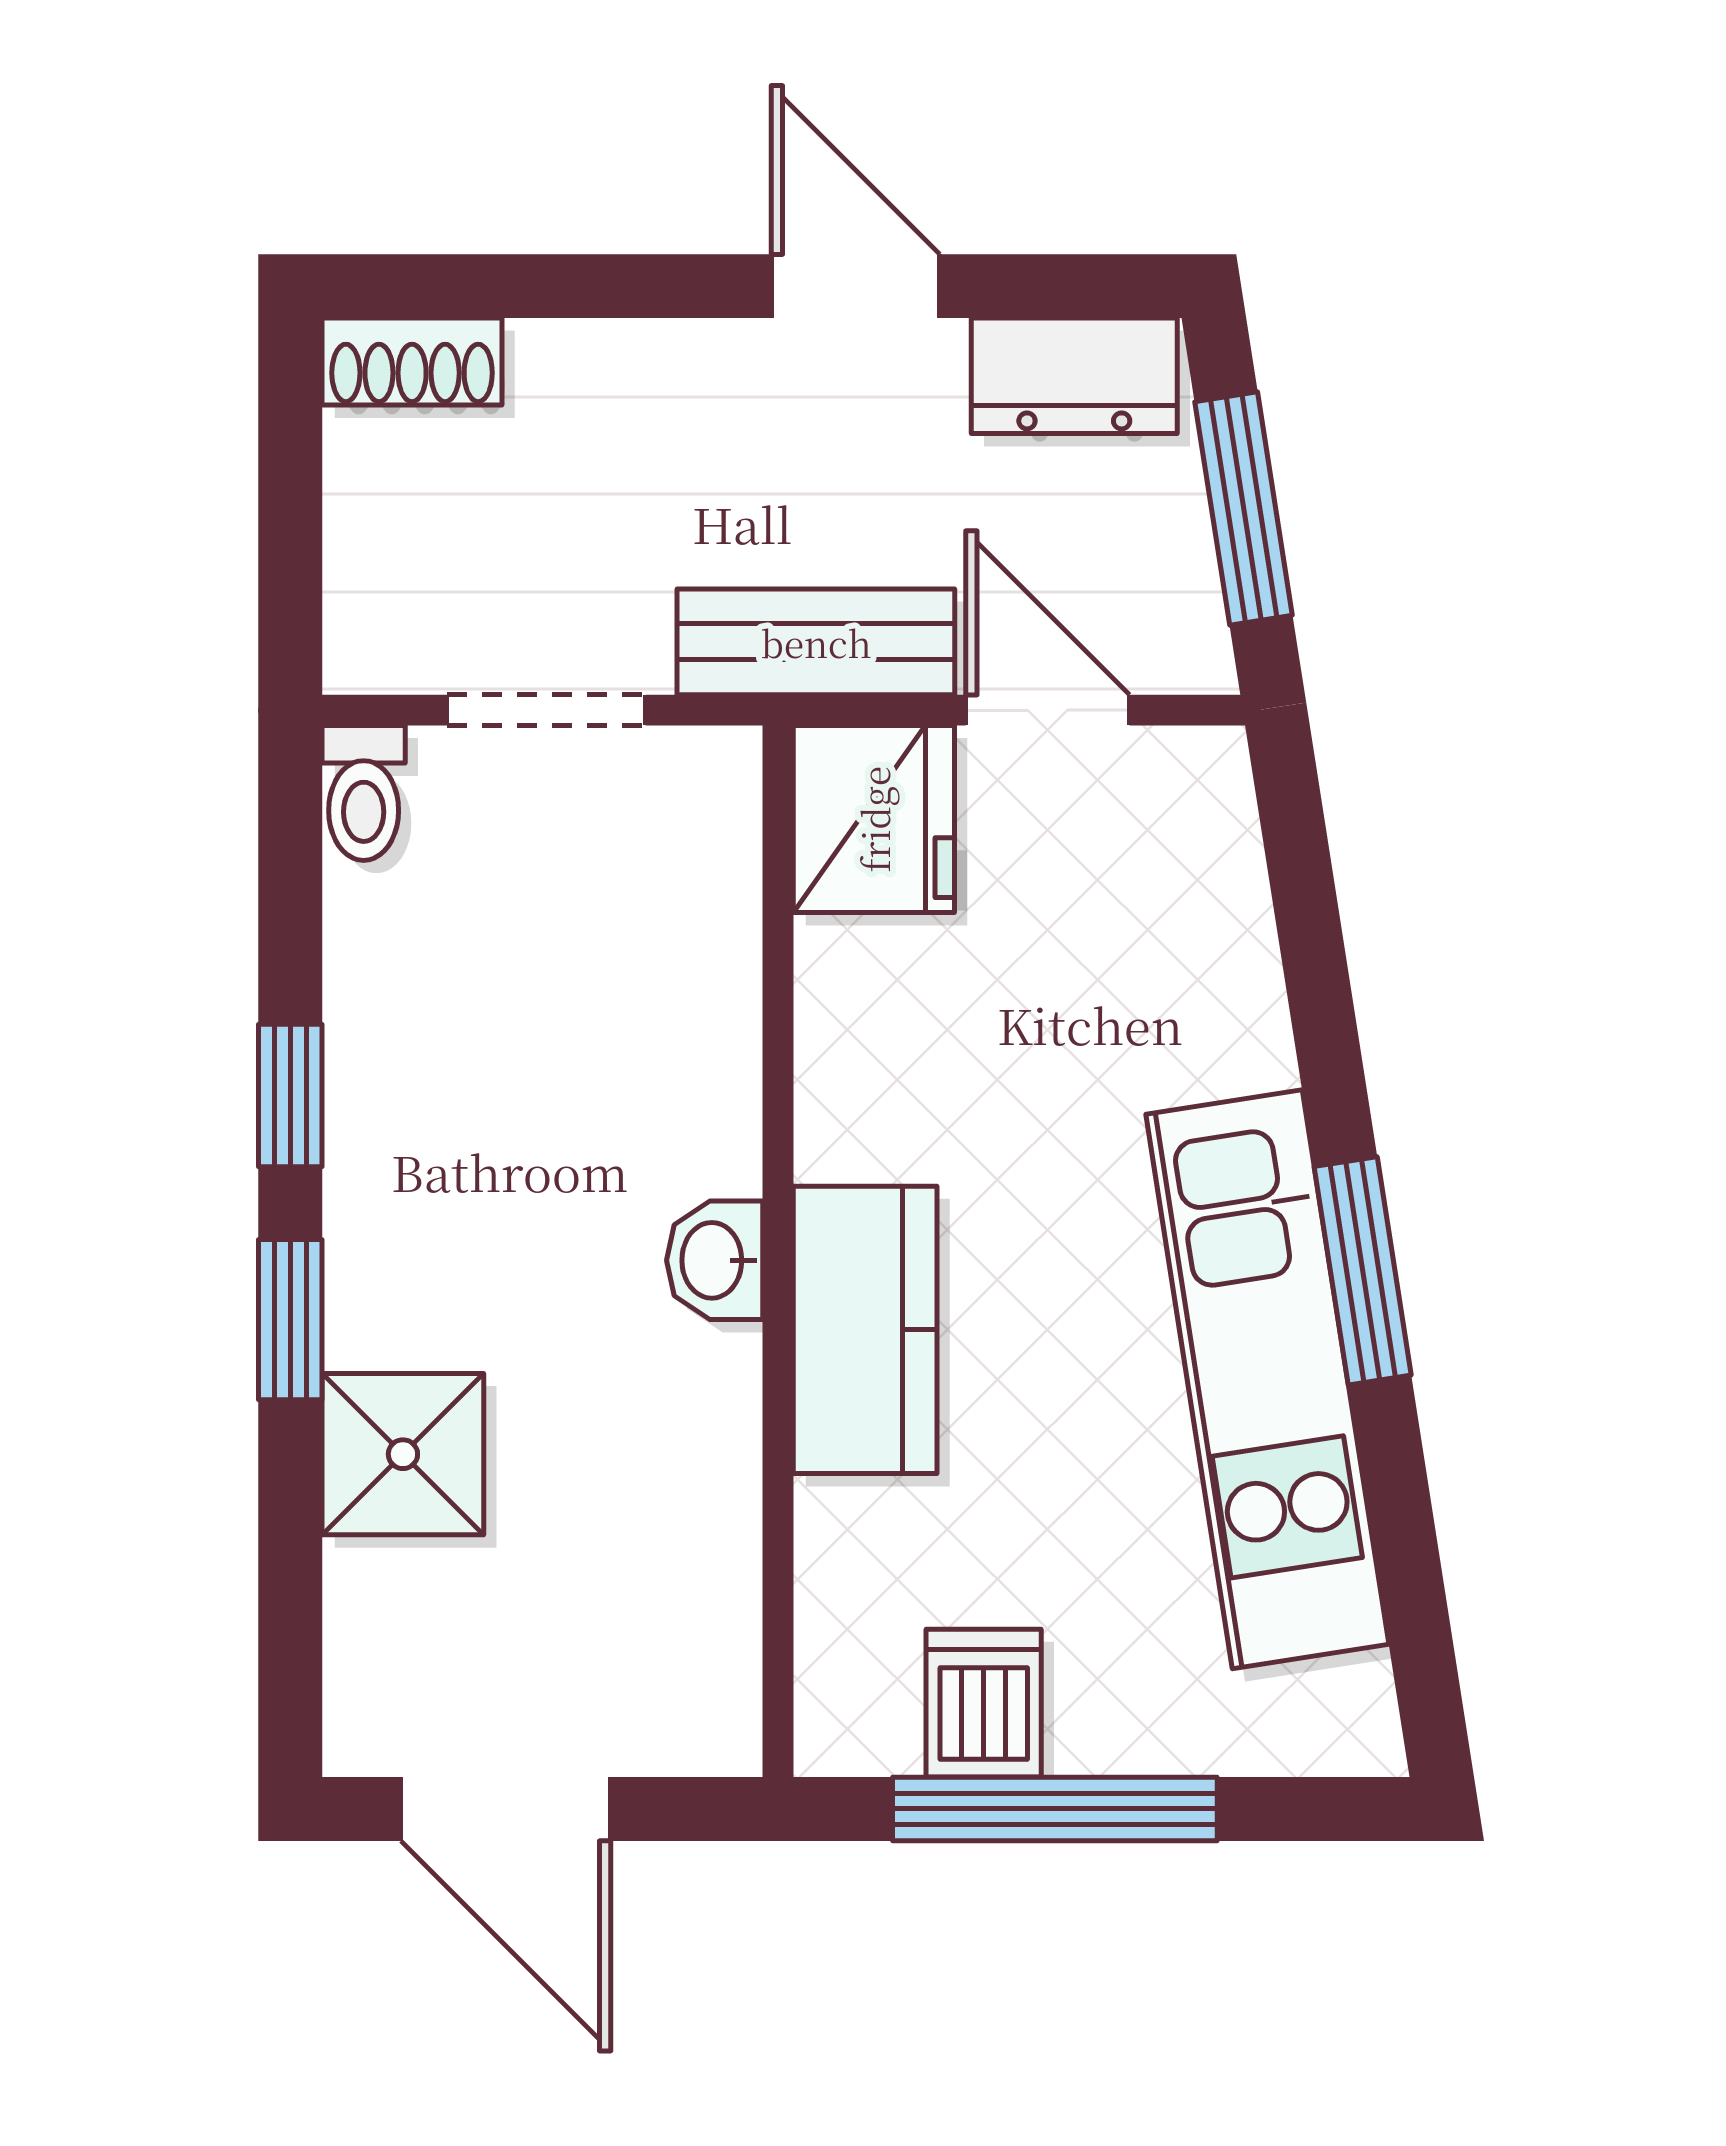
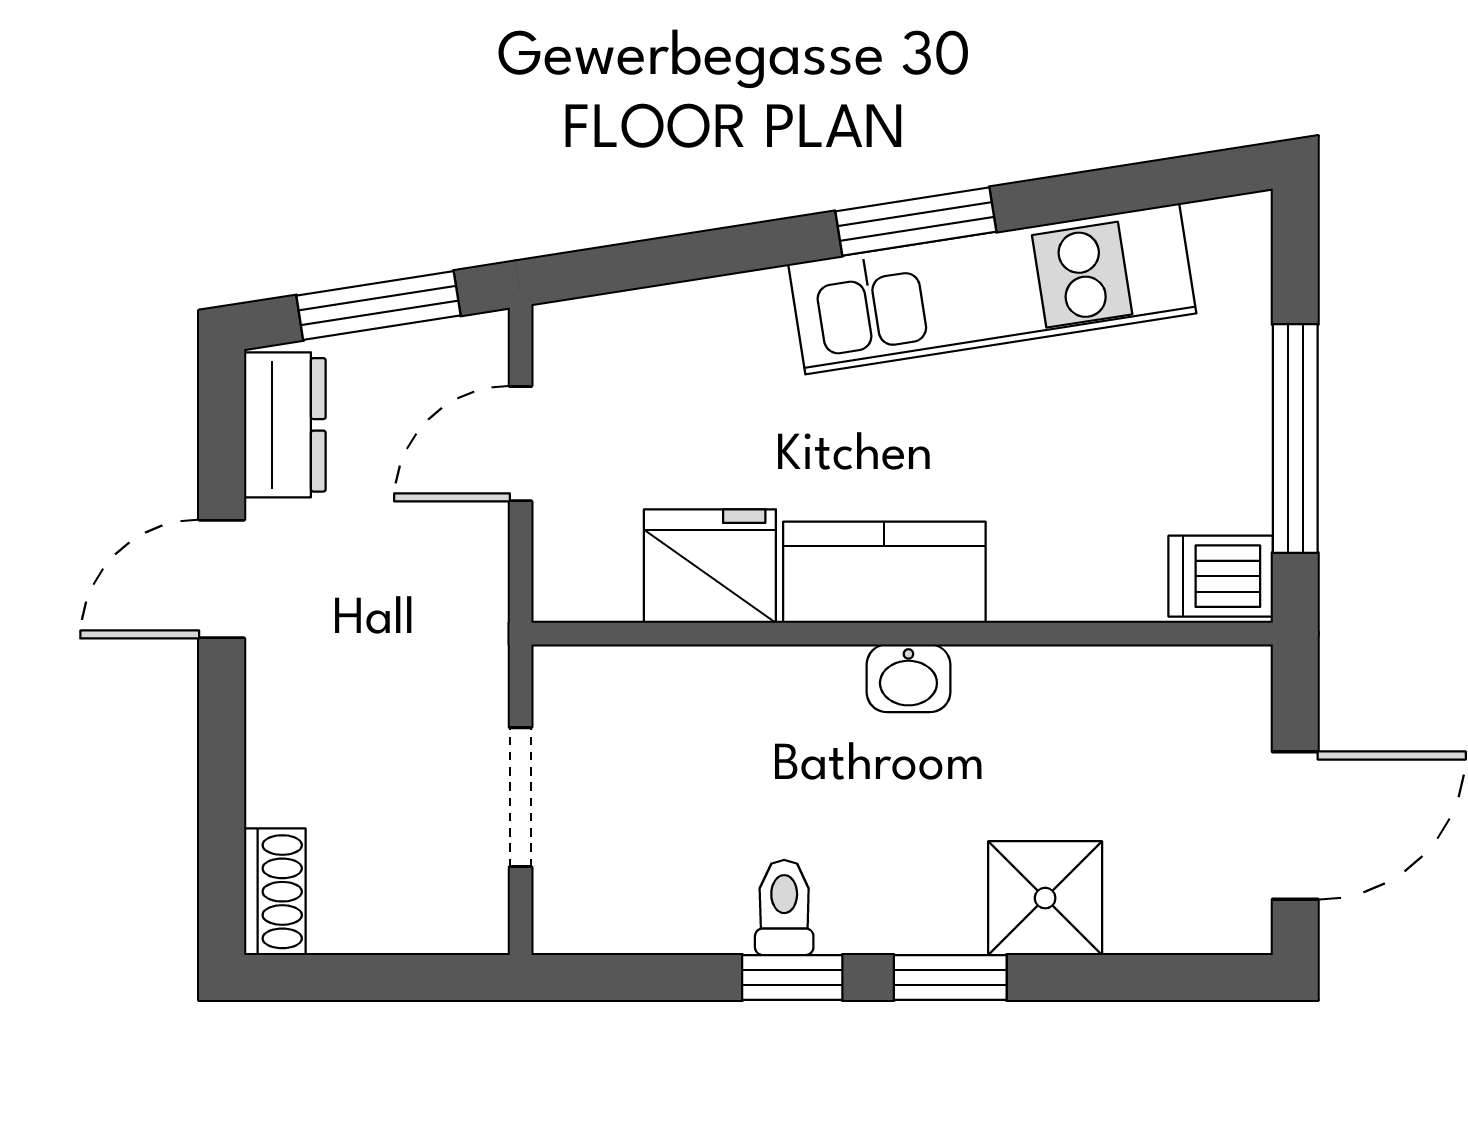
bench: (816, 642) -> (472, 607), removed
toilet: (364, 793) -> (784, 907), moved, turned -90
fridge: (874, 819) -> (710, 566), moved
kitchen counter: (865, 1330) -> (884, 572), moved
dishwasher: (984, 1703) -> (1221, 576), moved

